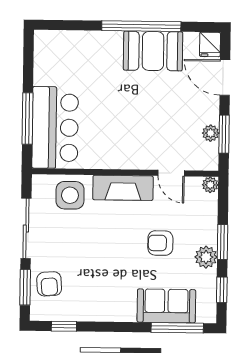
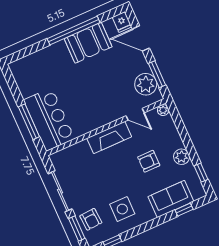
plant: (211, 133) -> (146, 84), width x1.88, depth x1.88
side table: (70, 195) -> (122, 209), moved
window: (223, 242) -> (188, 142), removed
window: (177, 328) -> (184, 210), width x0.46

